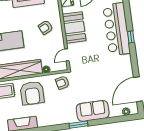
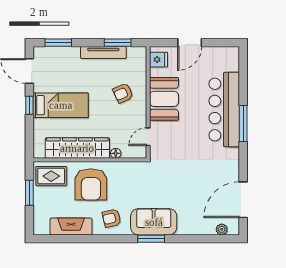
window: (131, 37) -> (243, 123), width x2.17
armchair: (62, 83) -> (112, 218), moved
sofa: (93, 111) -> (154, 222), moved

